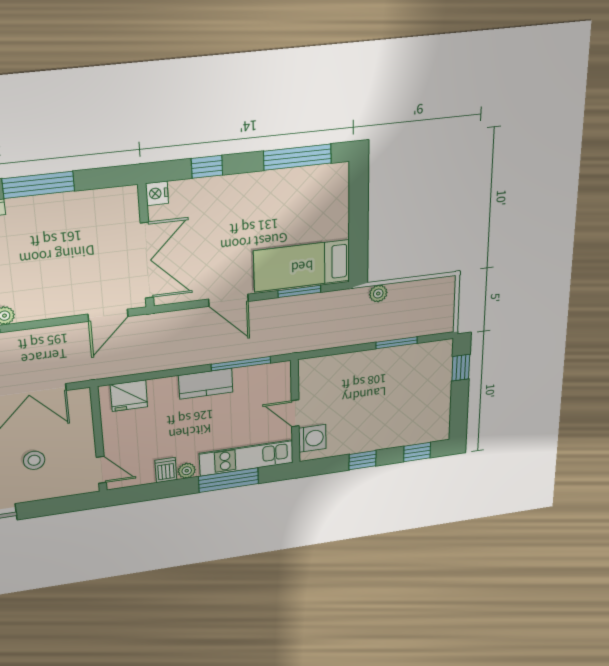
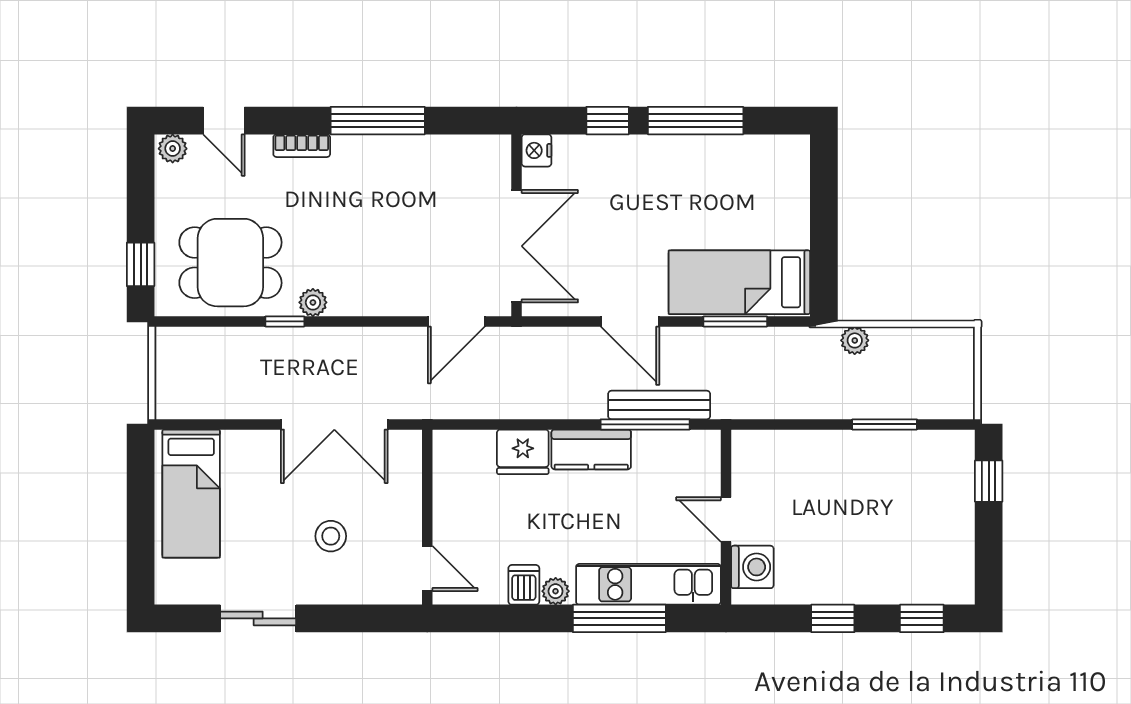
window: (297, 157) -> (696, 121), moved
bench: (250, 350) -> (659, 405), added
fridge: (129, 396) -> (523, 452), moved

